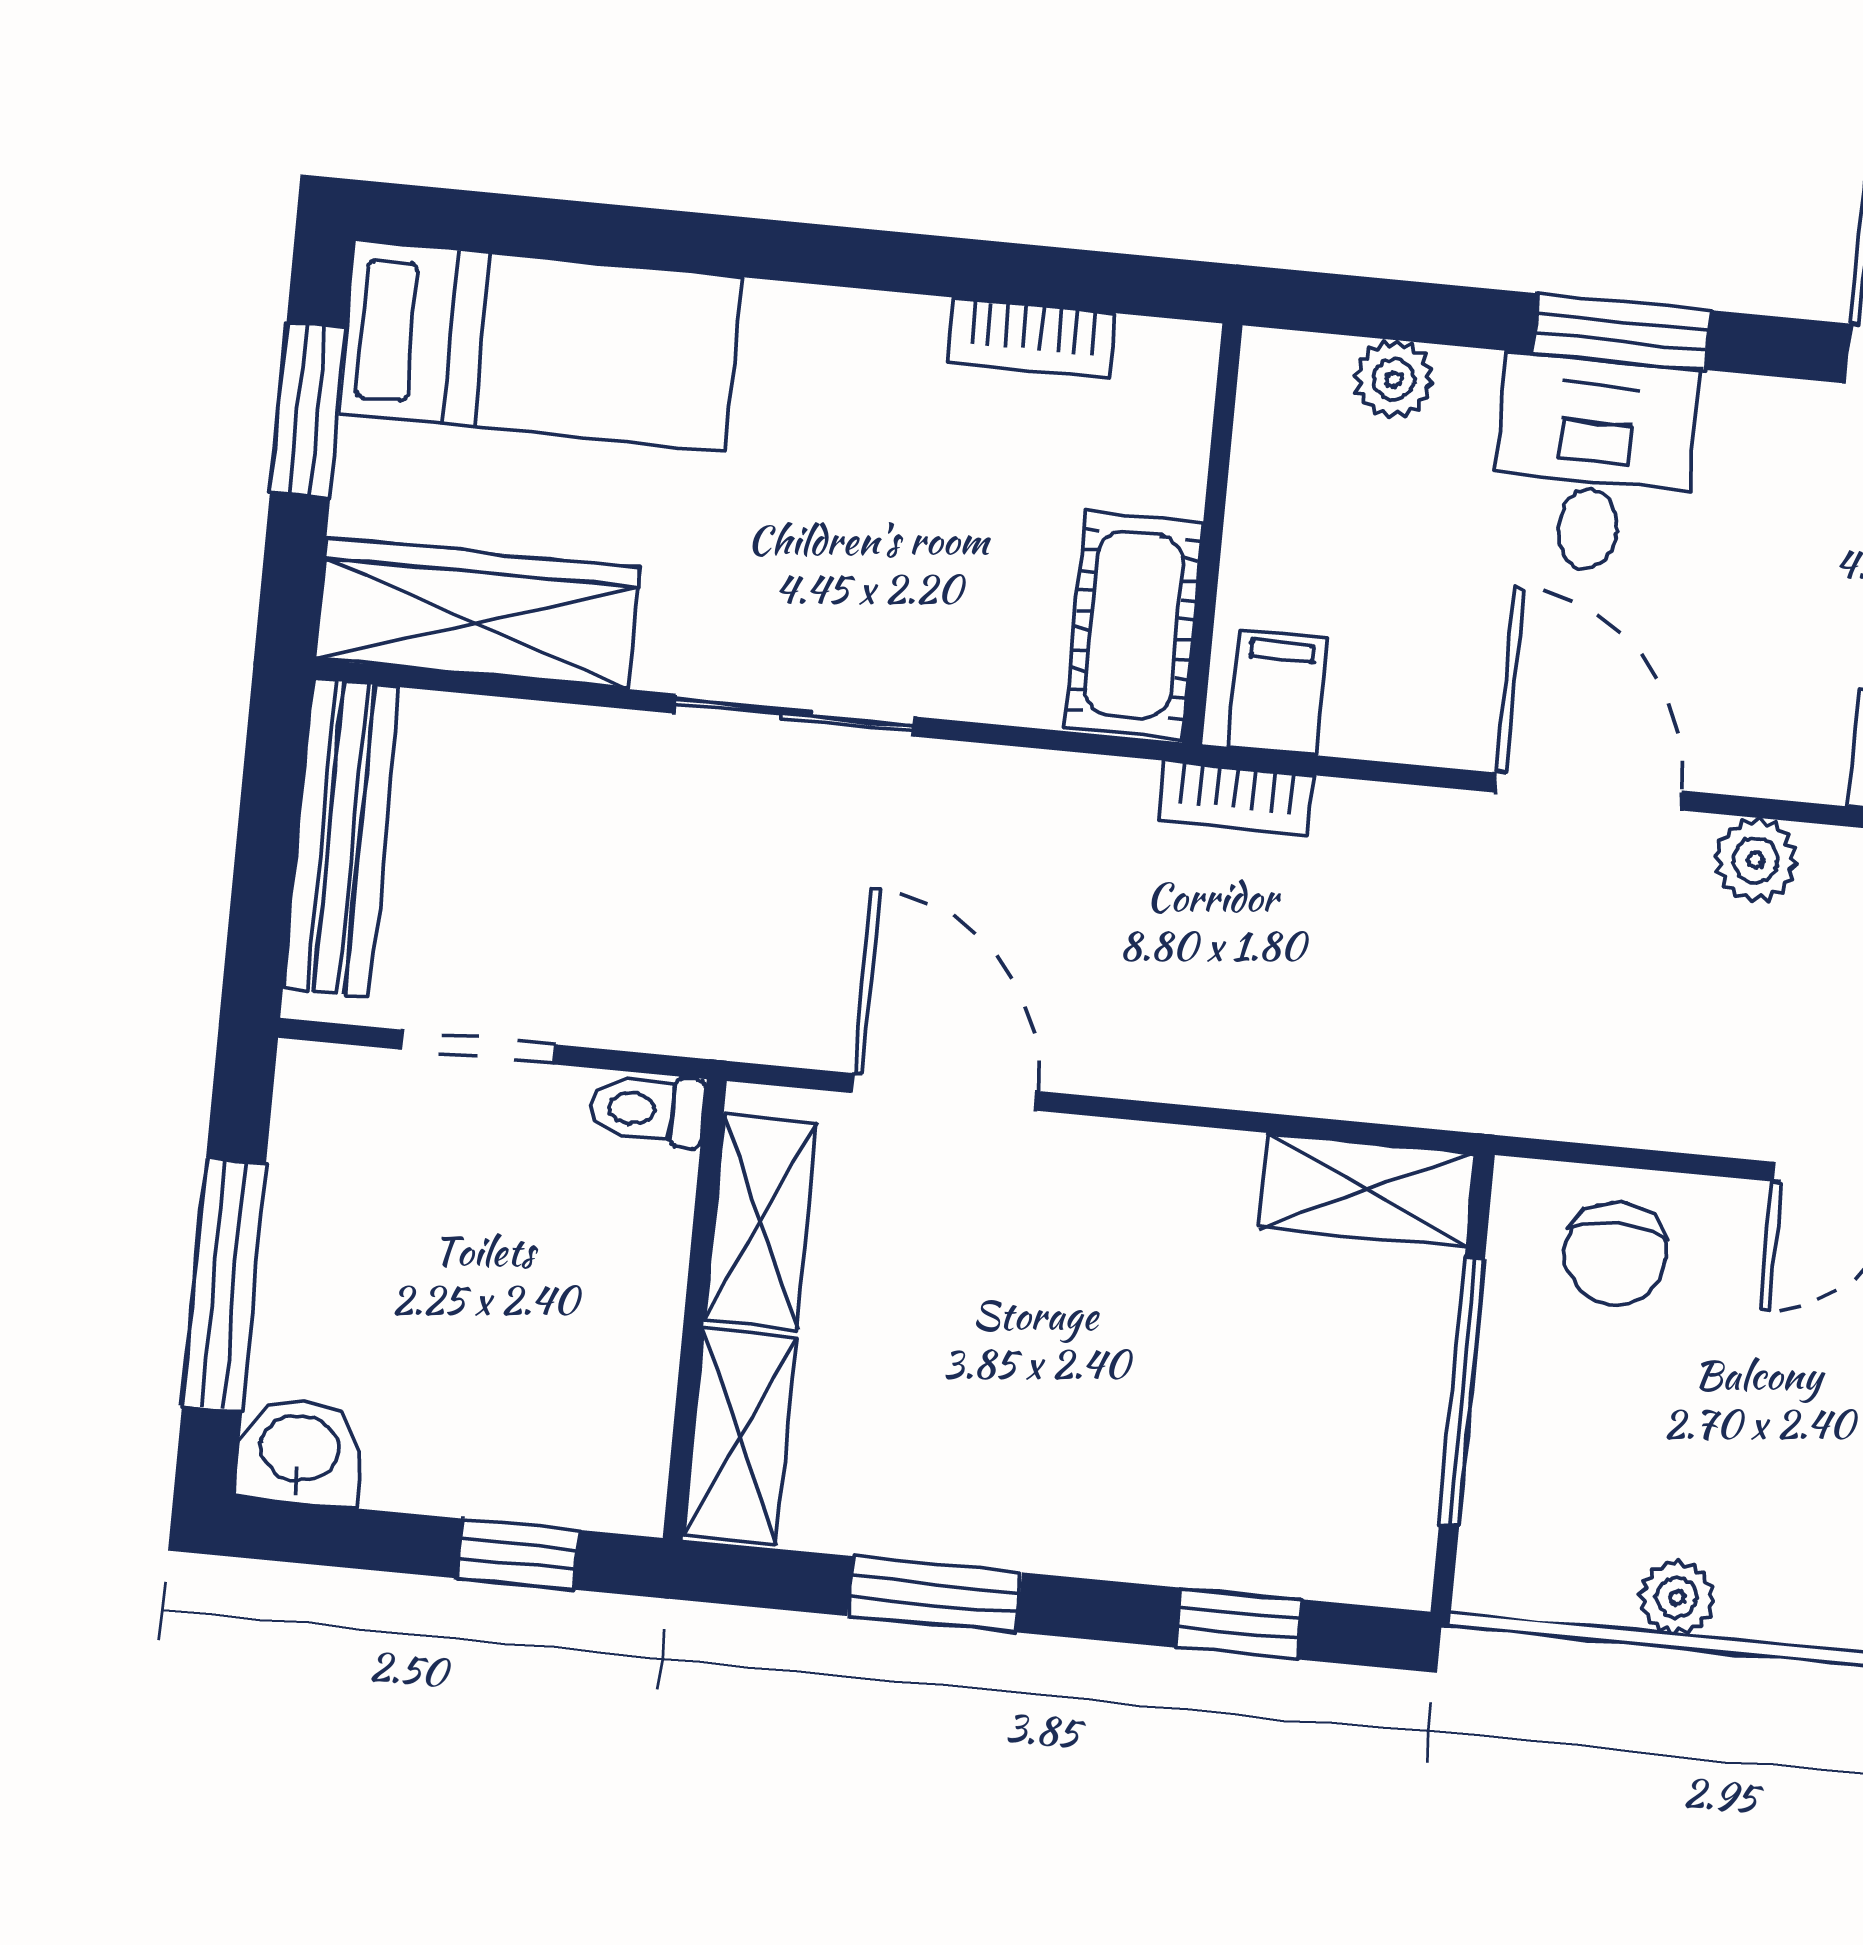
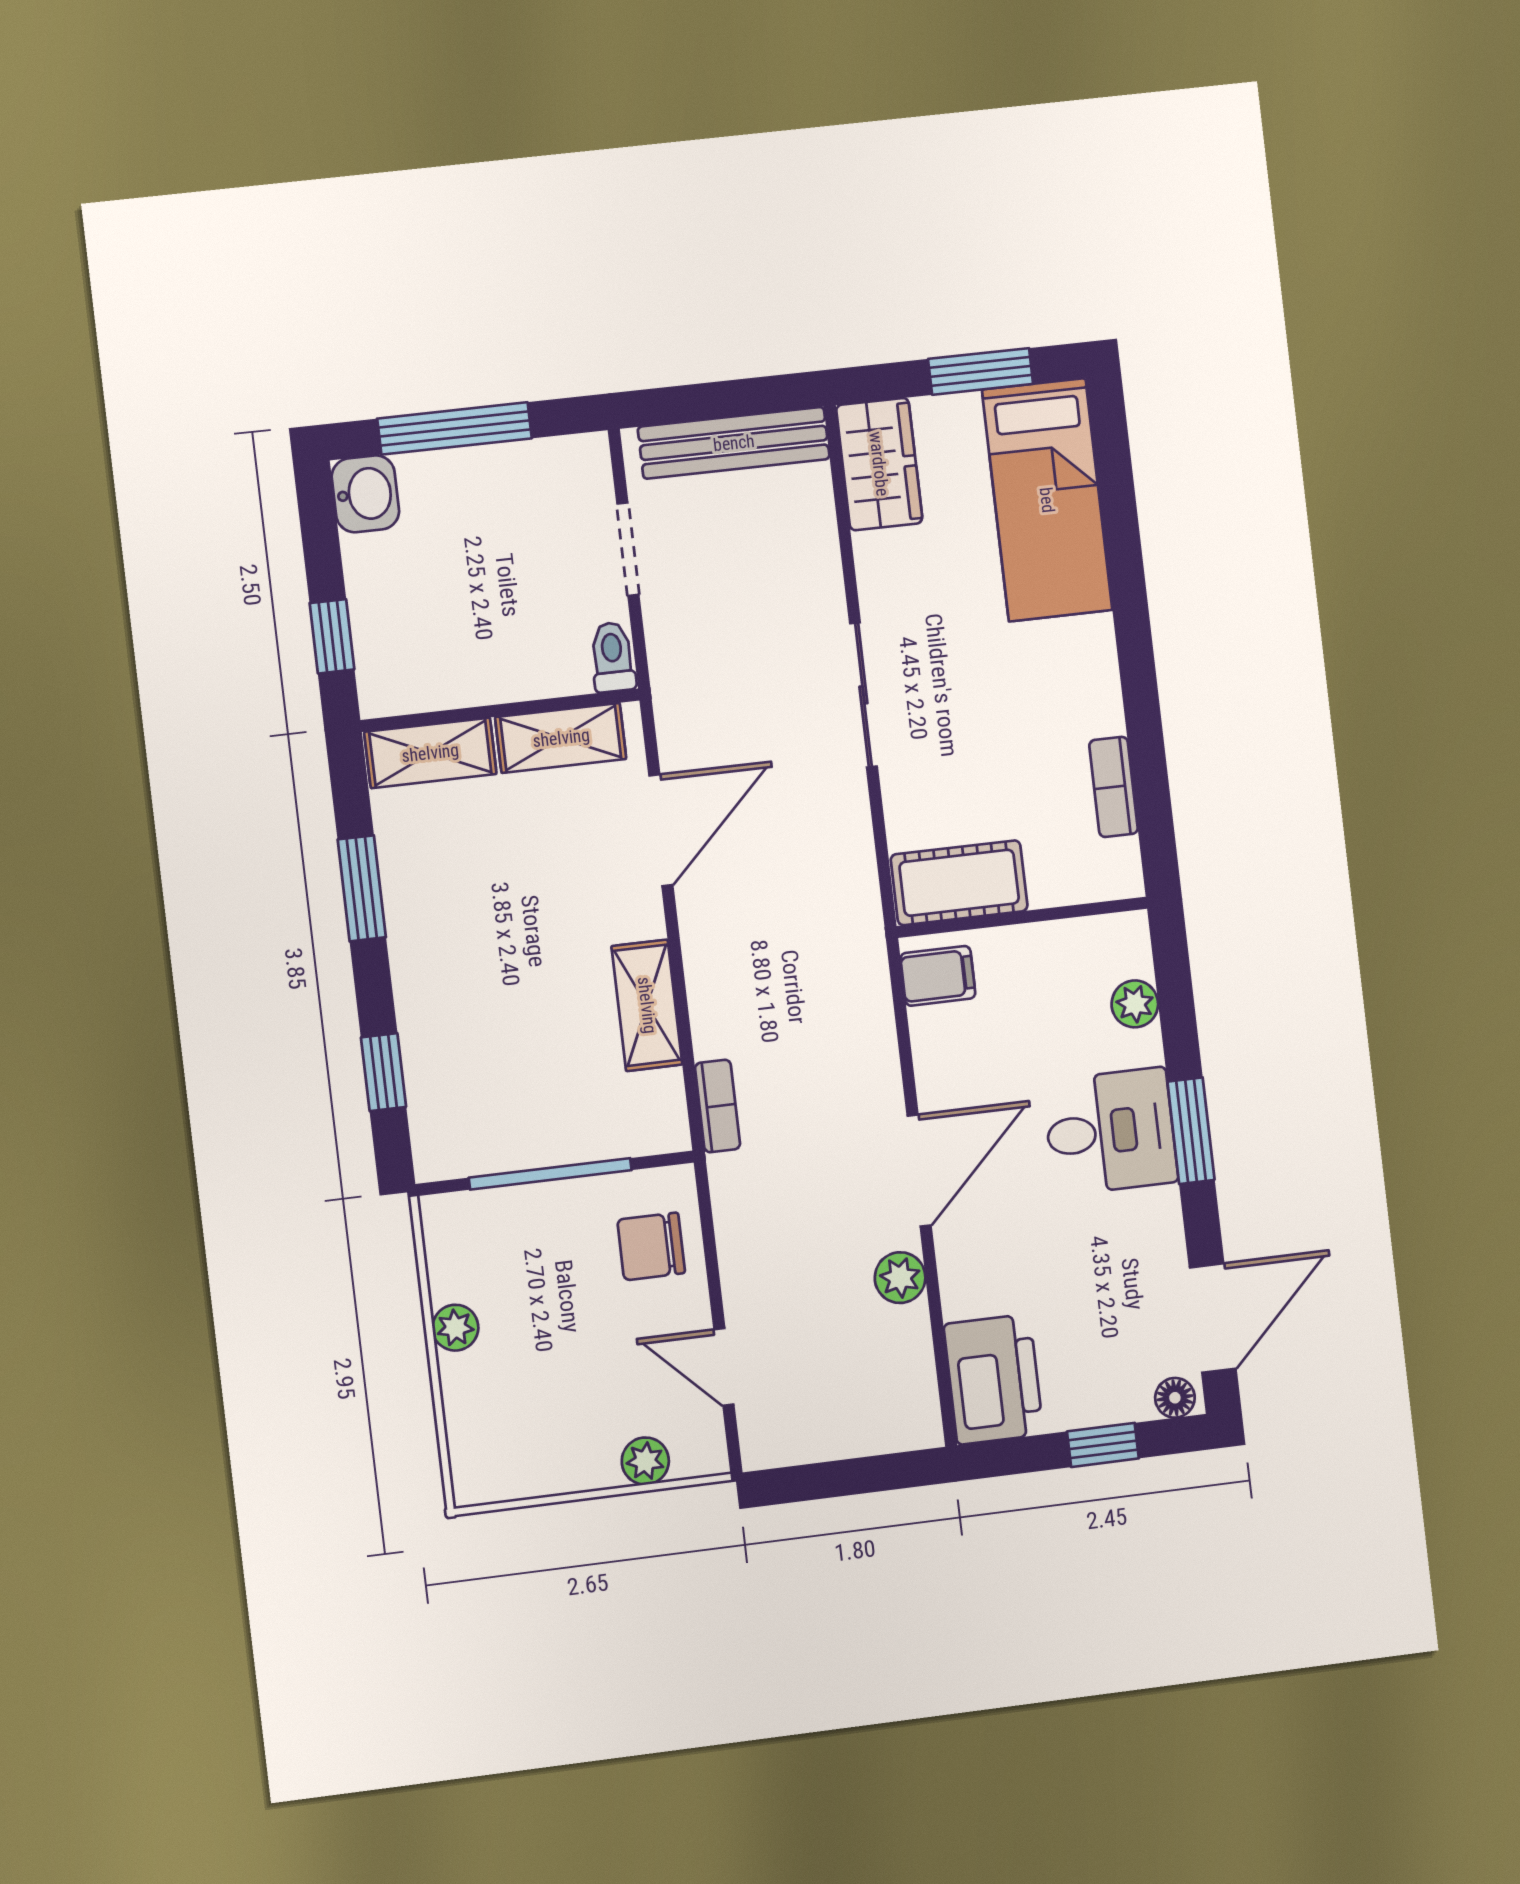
wardrobe: (477, 613) -> (879, 464), width x0.67
bookcase: (1236, 798) -> (718, 1106), moved, turned 180
shelving: (1366, 1190) -> (647, 1005), moved

